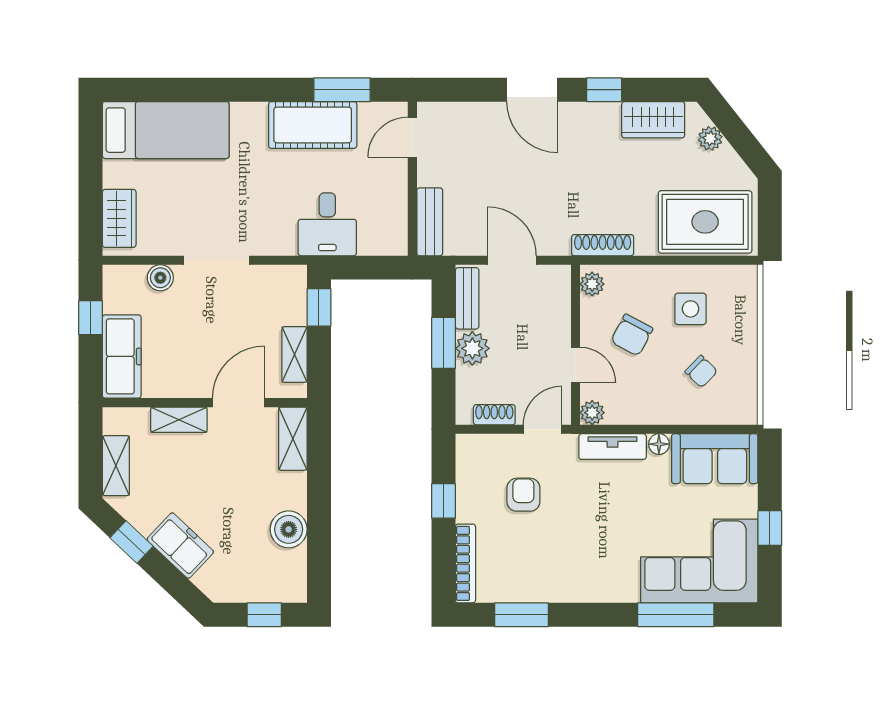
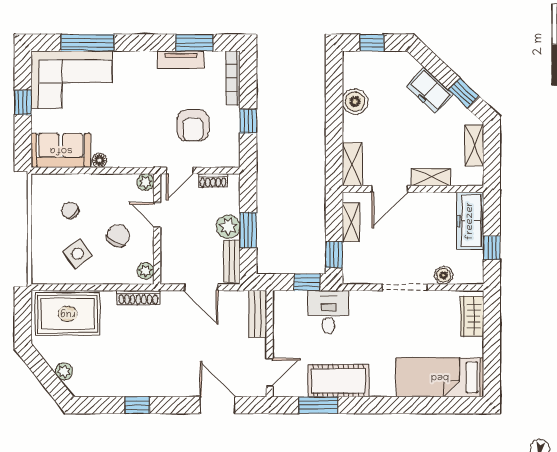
door: (532, 90) -> (217, 405), moved
wardrobe: (653, 120) -> (103, 384), removed
window: (358, 268) -> (307, 282), added
side table: (691, 309) -> (78, 254), turned -36
tv unit: (613, 447) -> (181, 60), moved, turned 180
armchair: (523, 495) -> (193, 125), width x1.38, depth x1.38

